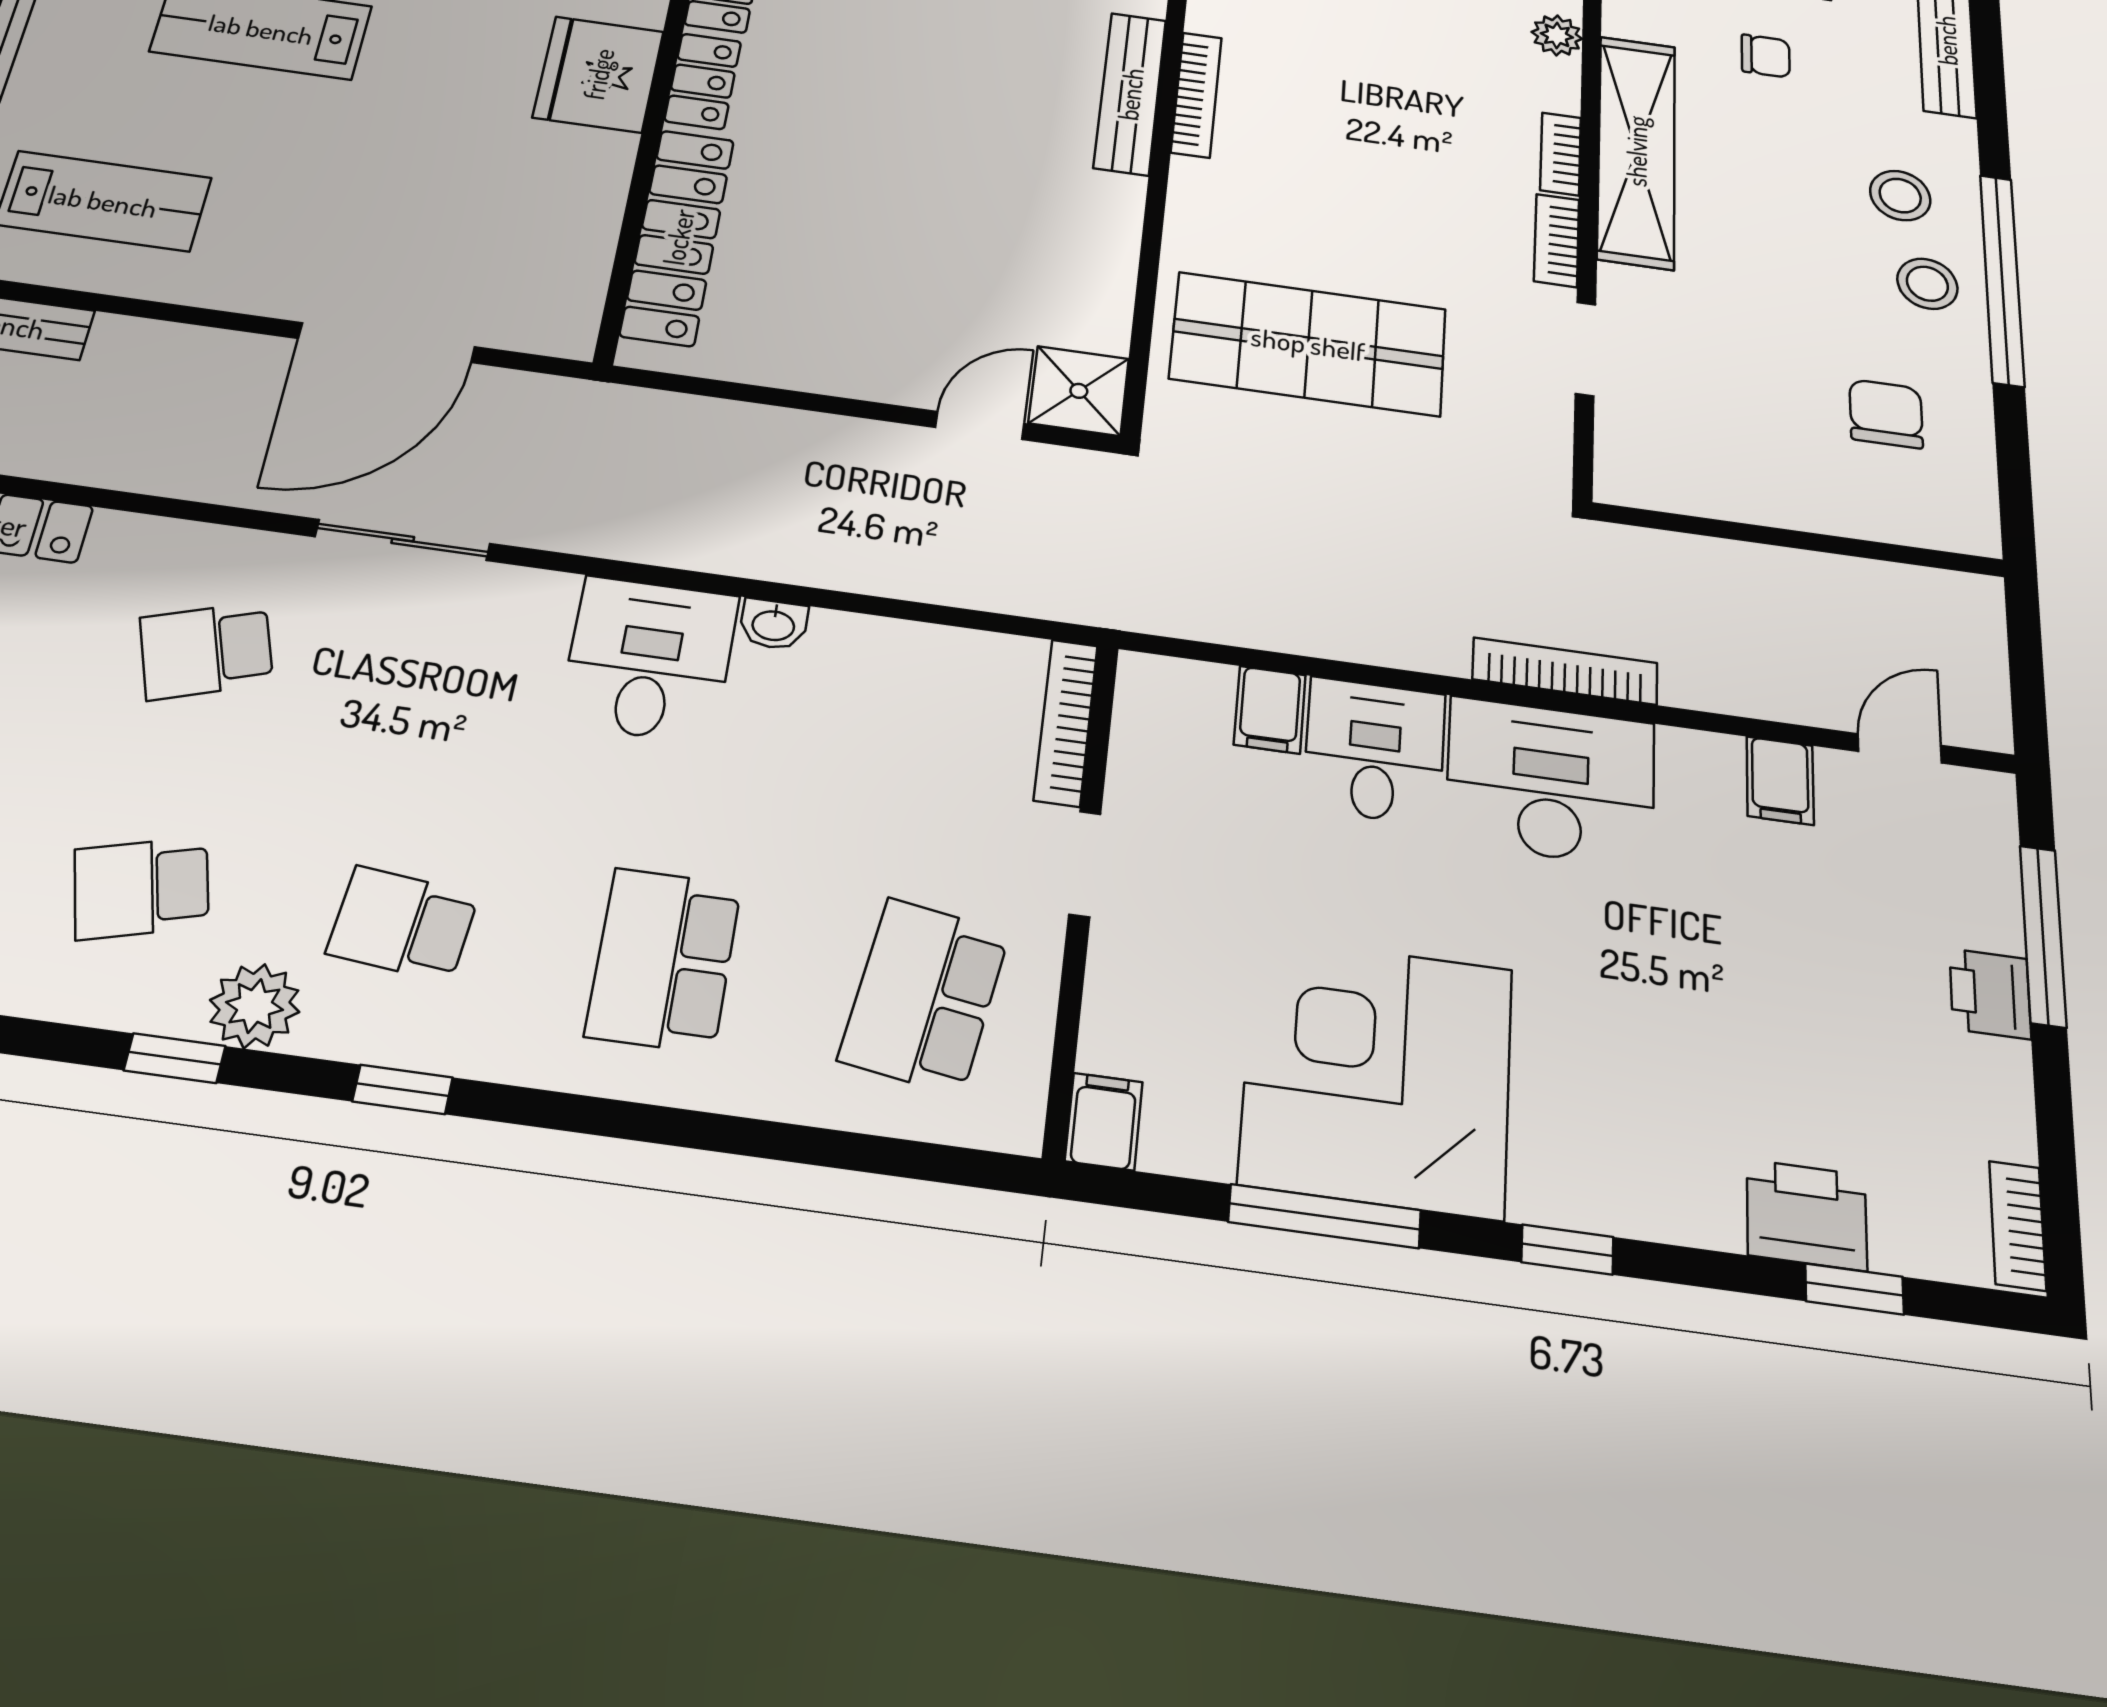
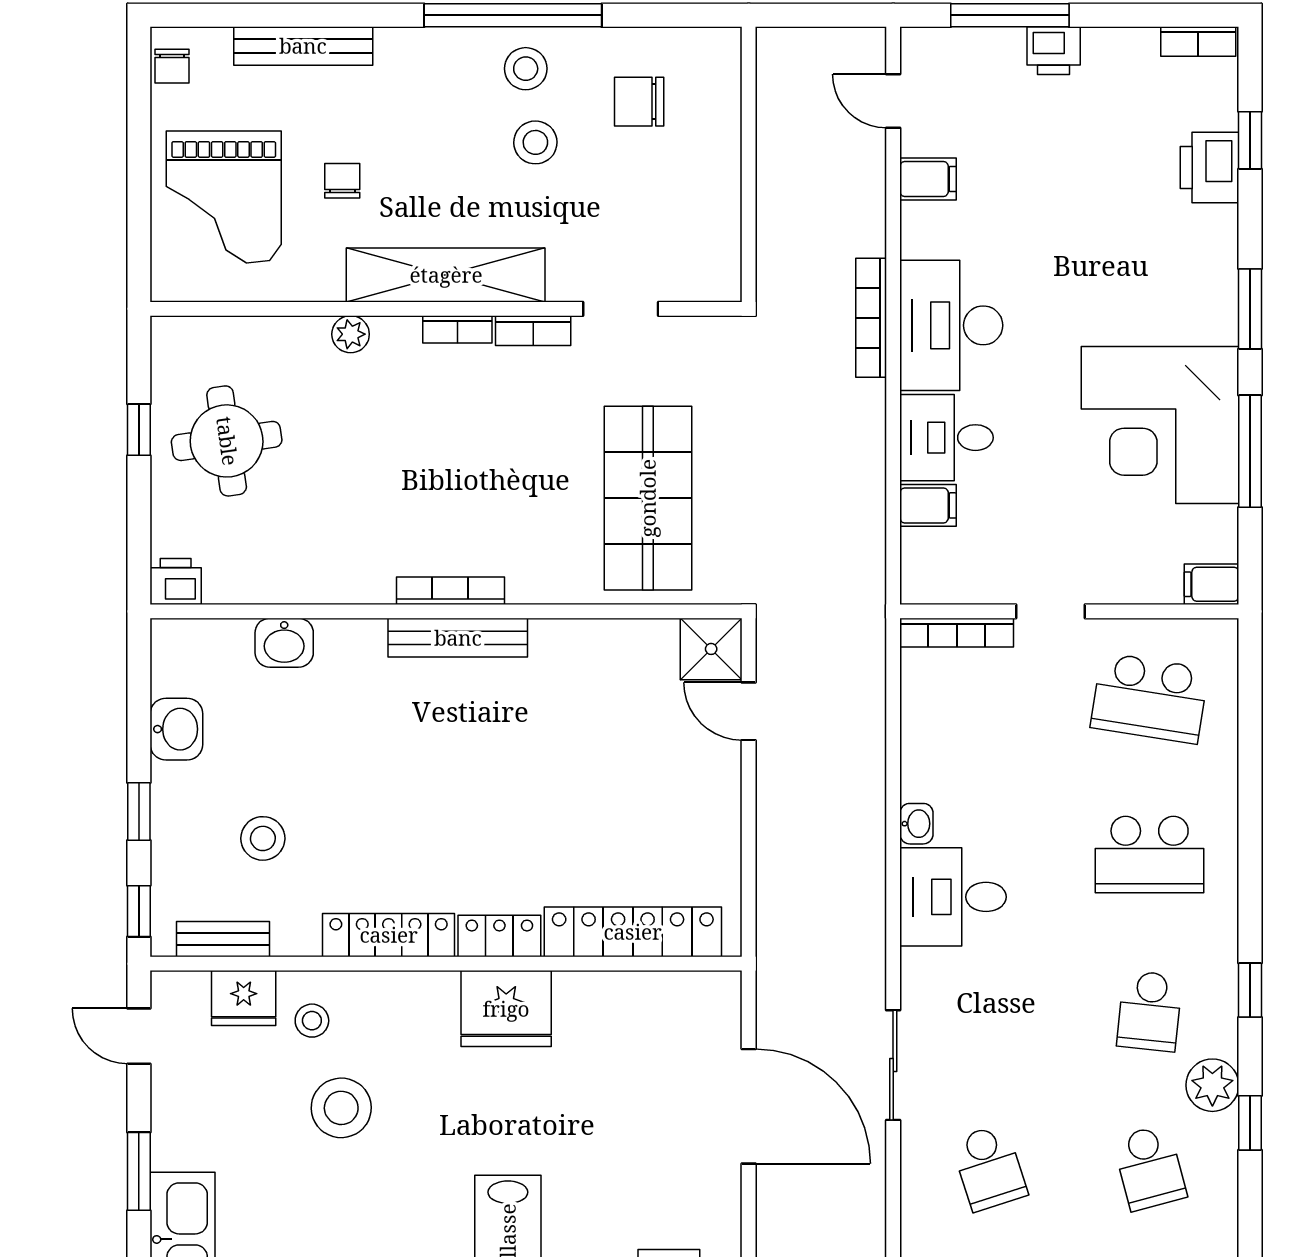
stool: (1900, 196) -> (535, 142), moved
window: (1567, 1250) -> (1250, 309), width x1.50

